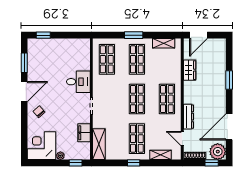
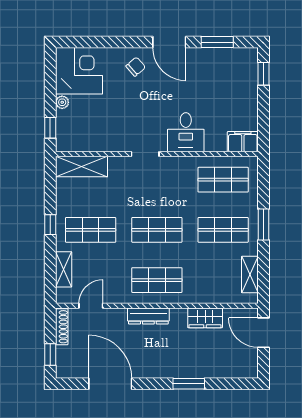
dresser: (188, 117) -> (148, 316), moved
filing cabinet: (84, 133) -> (243, 142), moved
plant: (218, 152) -> (69, 365), removed

